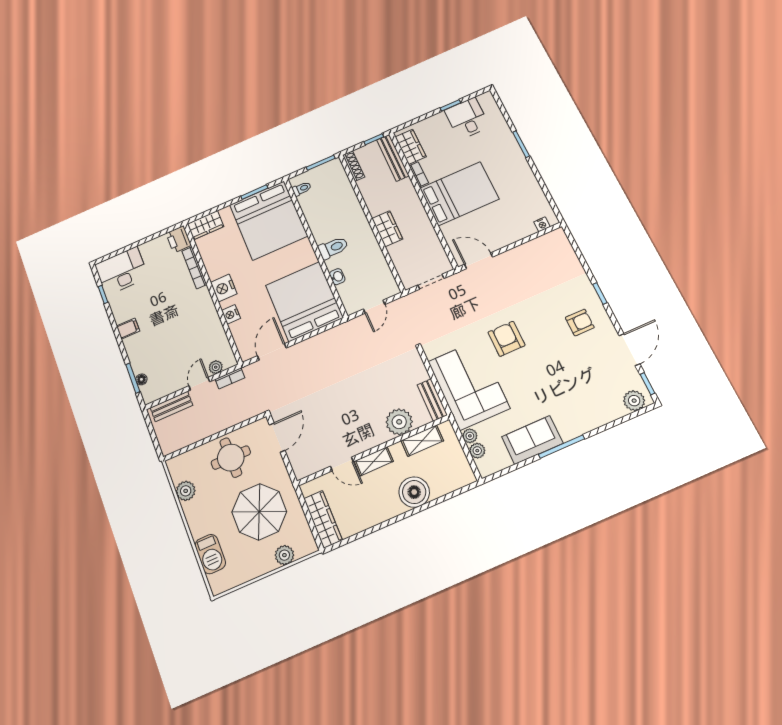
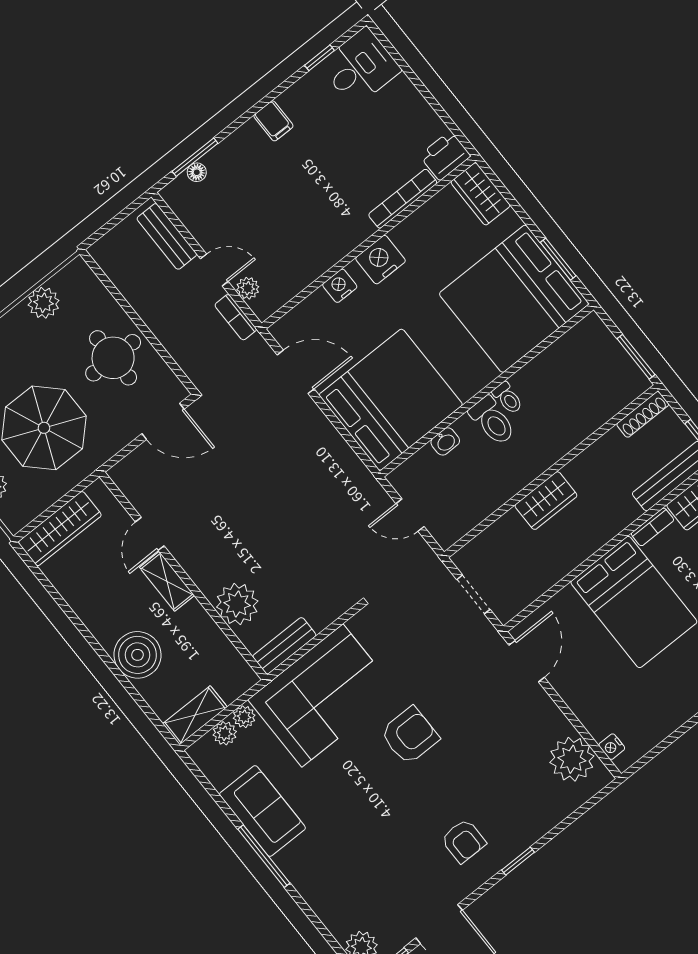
toilet: (302, 189) -> (508, 398), moved
plant: (544, 248) -> (572, 759), added
desk: (121, 271) -> (360, 67), width x0.73
shelving: (422, 441) -> (195, 715), moved, turned 90

